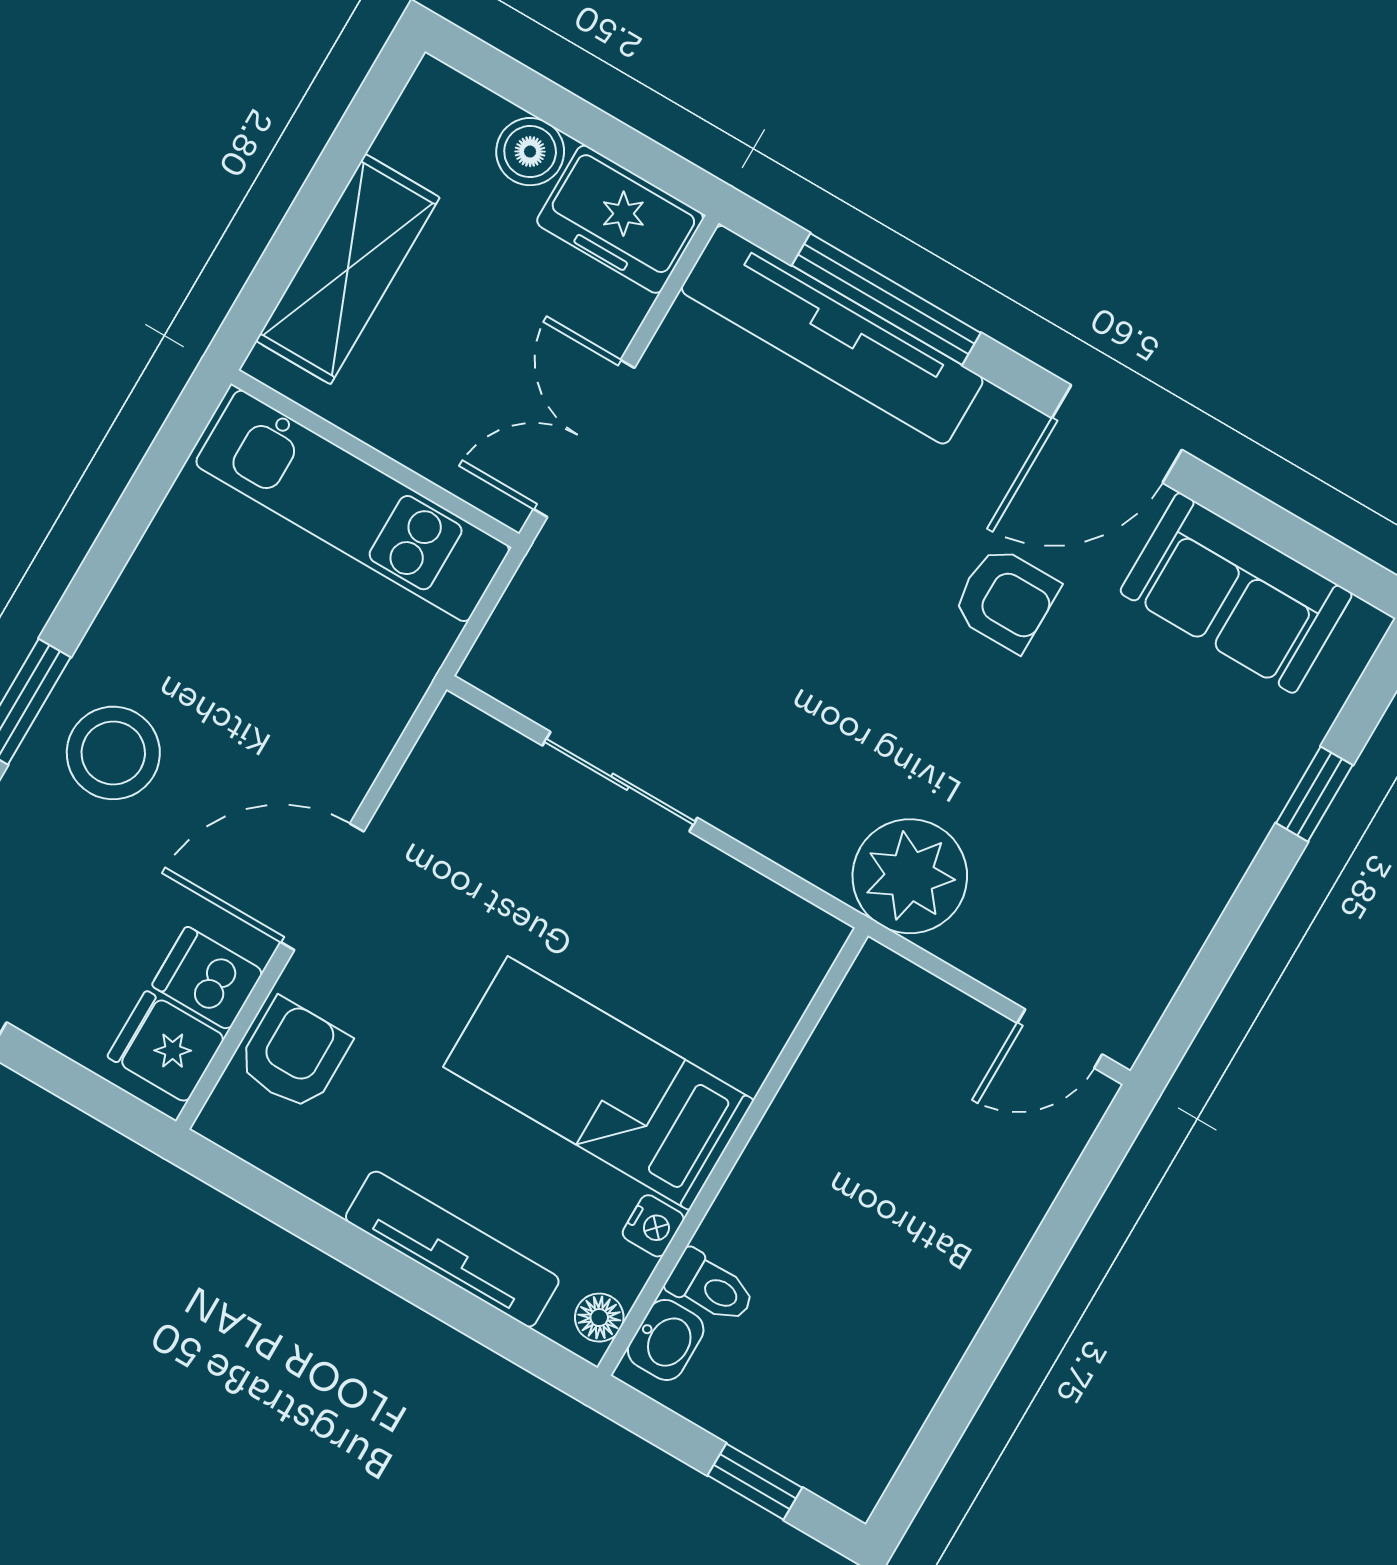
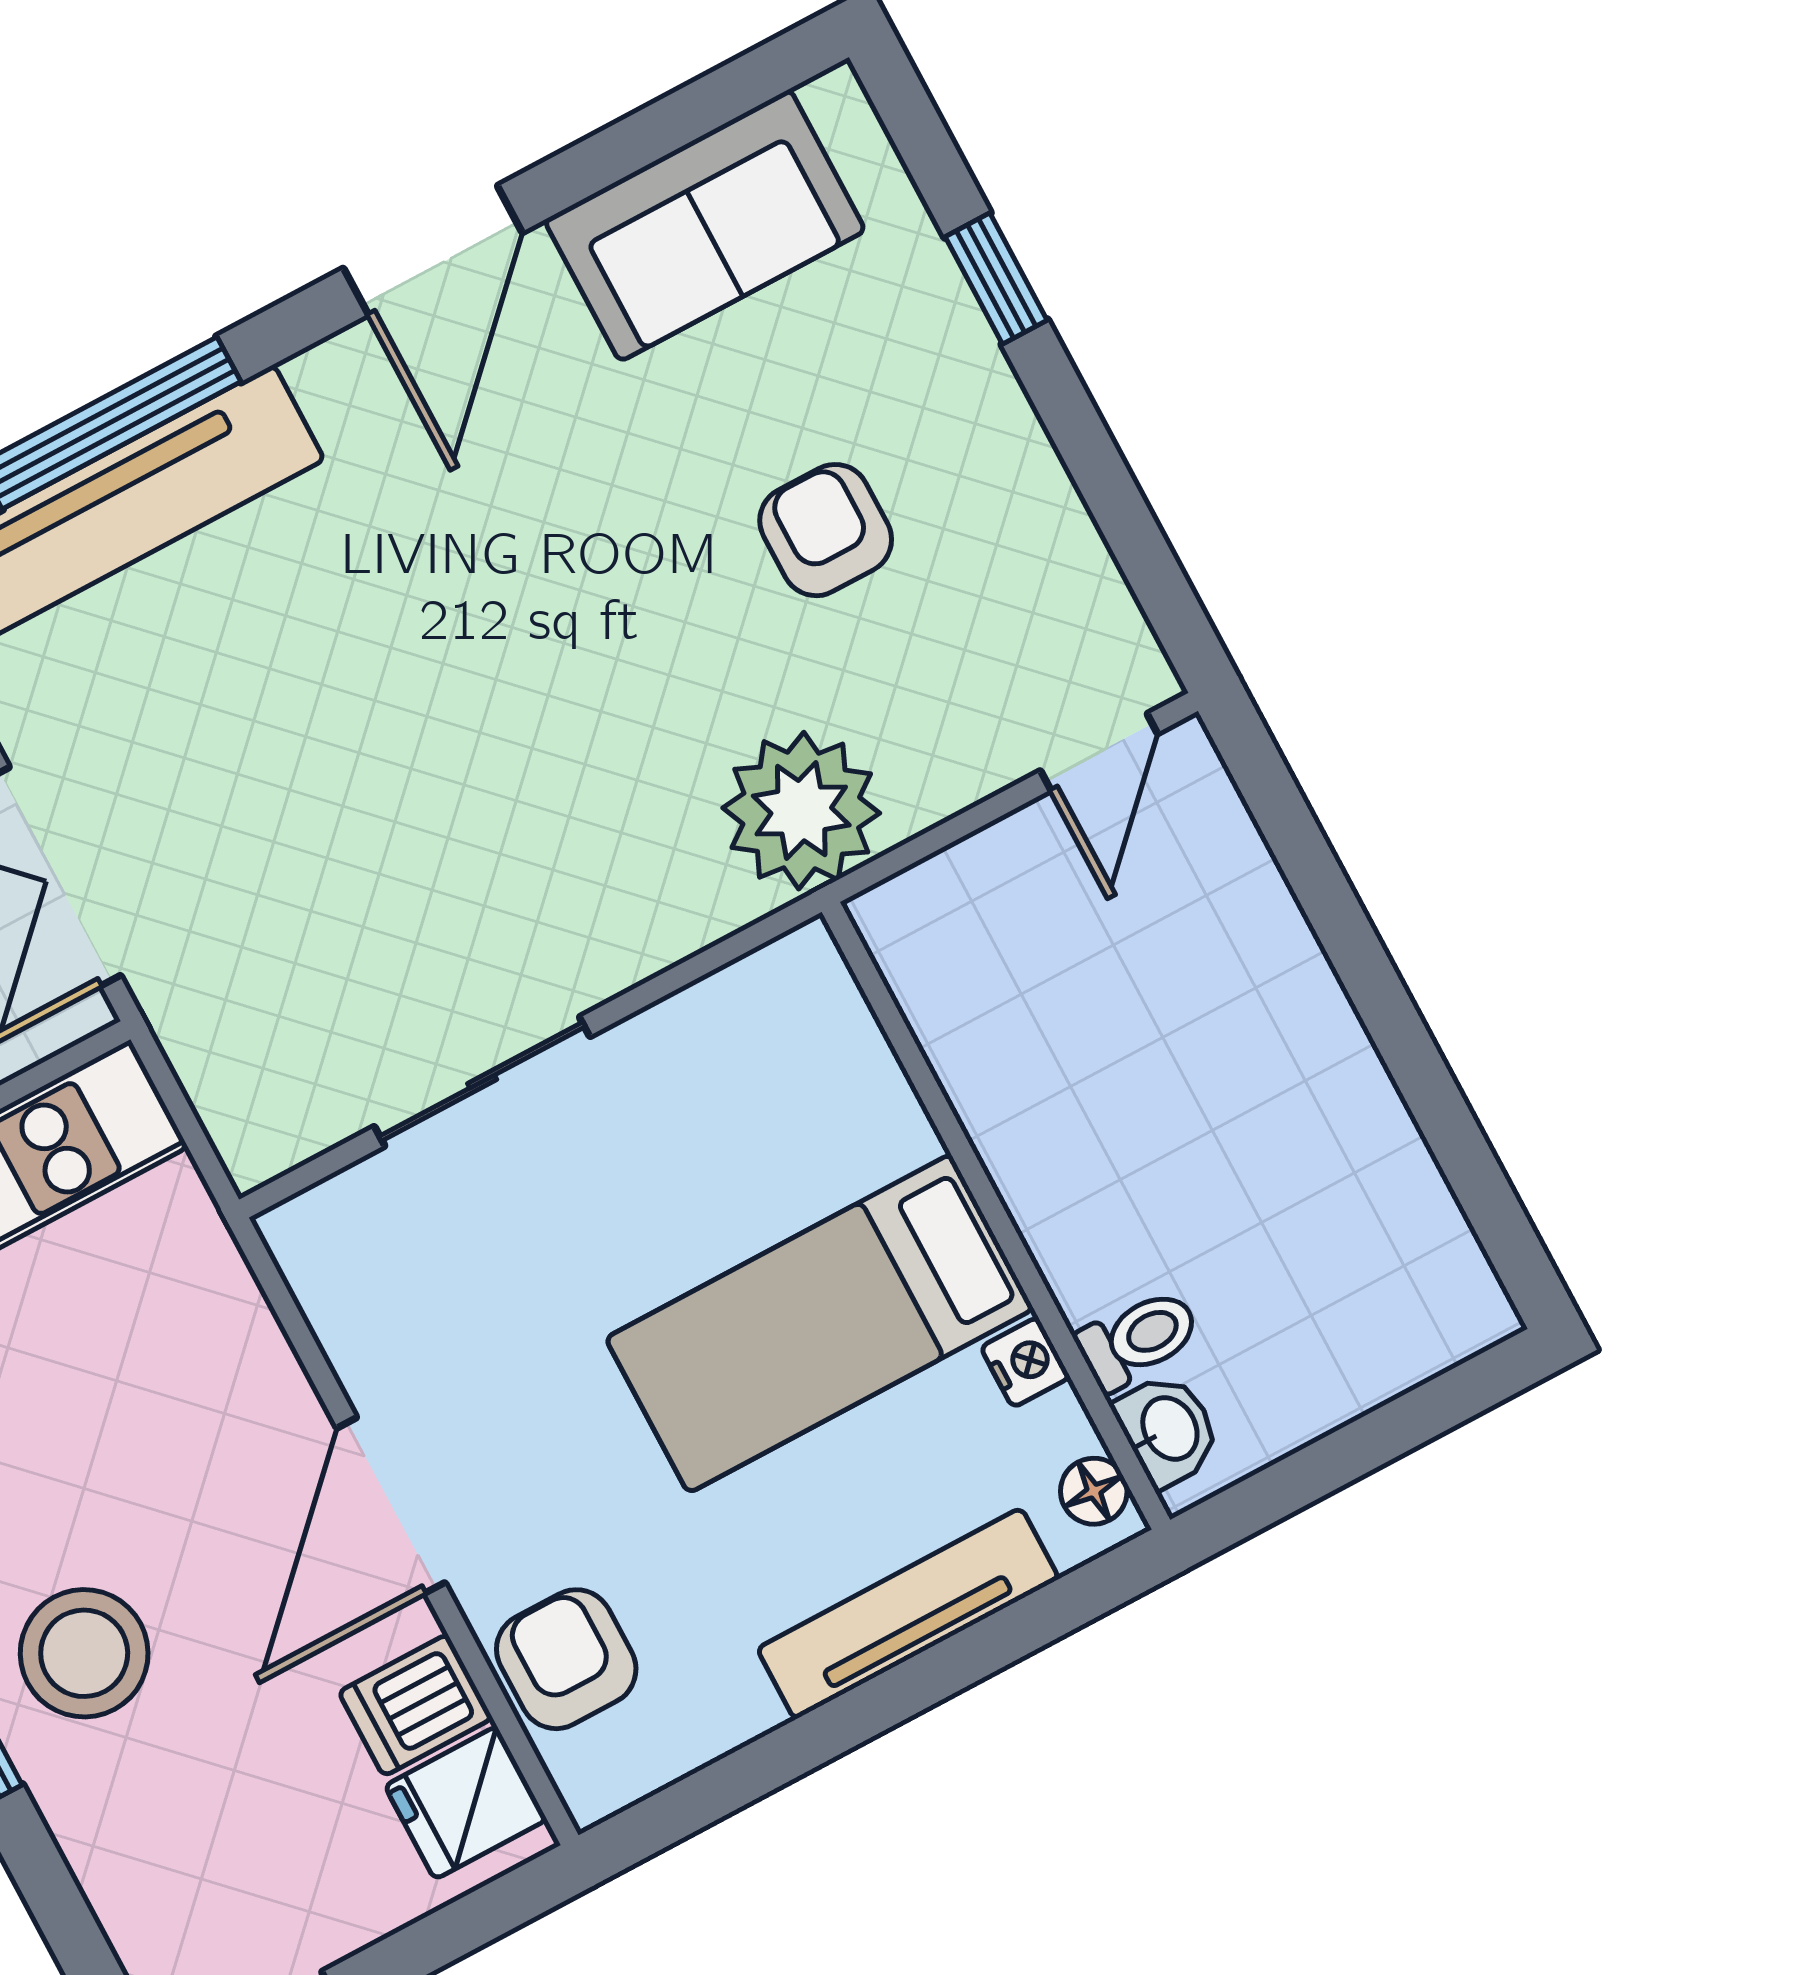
armchair: (1006, 599) -> (826, 530), moved, turned -90
window: (755, 1482) -> (1398, 1427), removed

